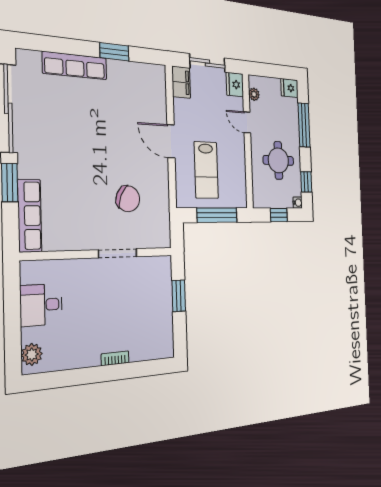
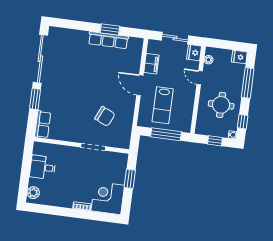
row of seats: (75, 66) -> (108, 40), moved
filing cabinet: (181, 82) -> (151, 64), moved
row of seats: (30, 216) -> (43, 124), width x0.68
corner desk: (152, 335) -> (108, 198), added

